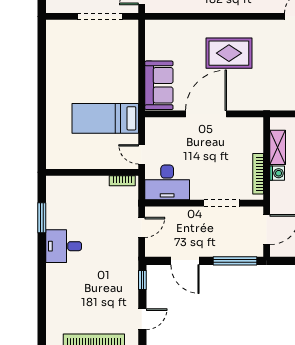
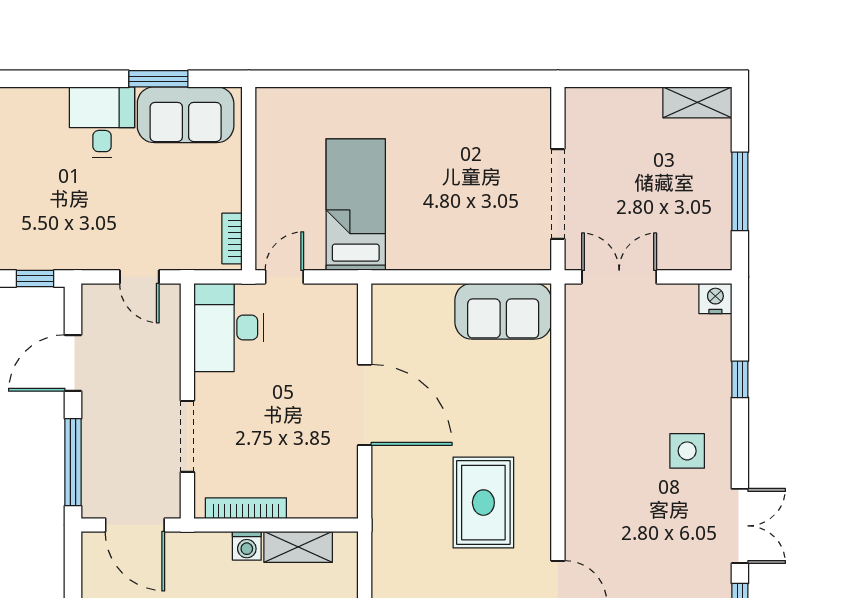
rug: (229, 53) -> (483, 503), moved
sofa: (159, 85) -> (503, 311), moved
sofa: (60, 204) -> (186, 115), added

